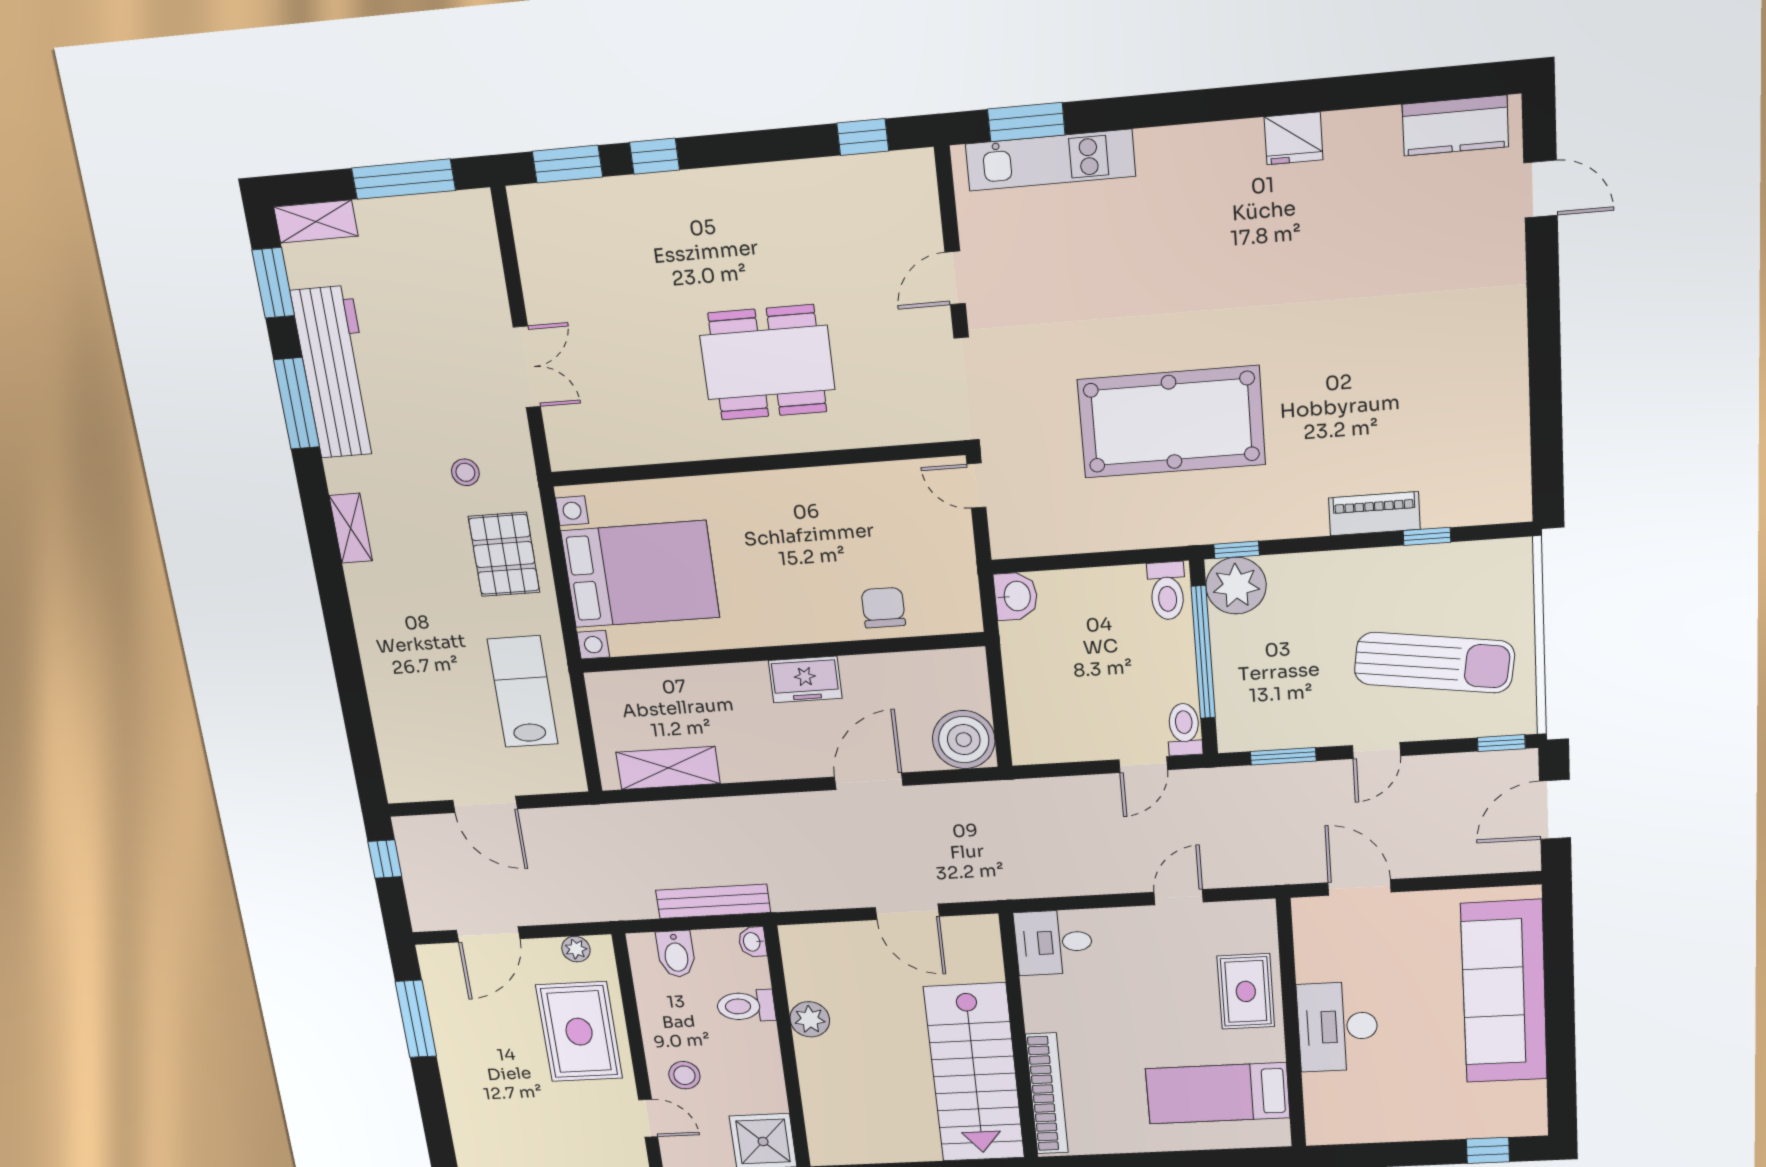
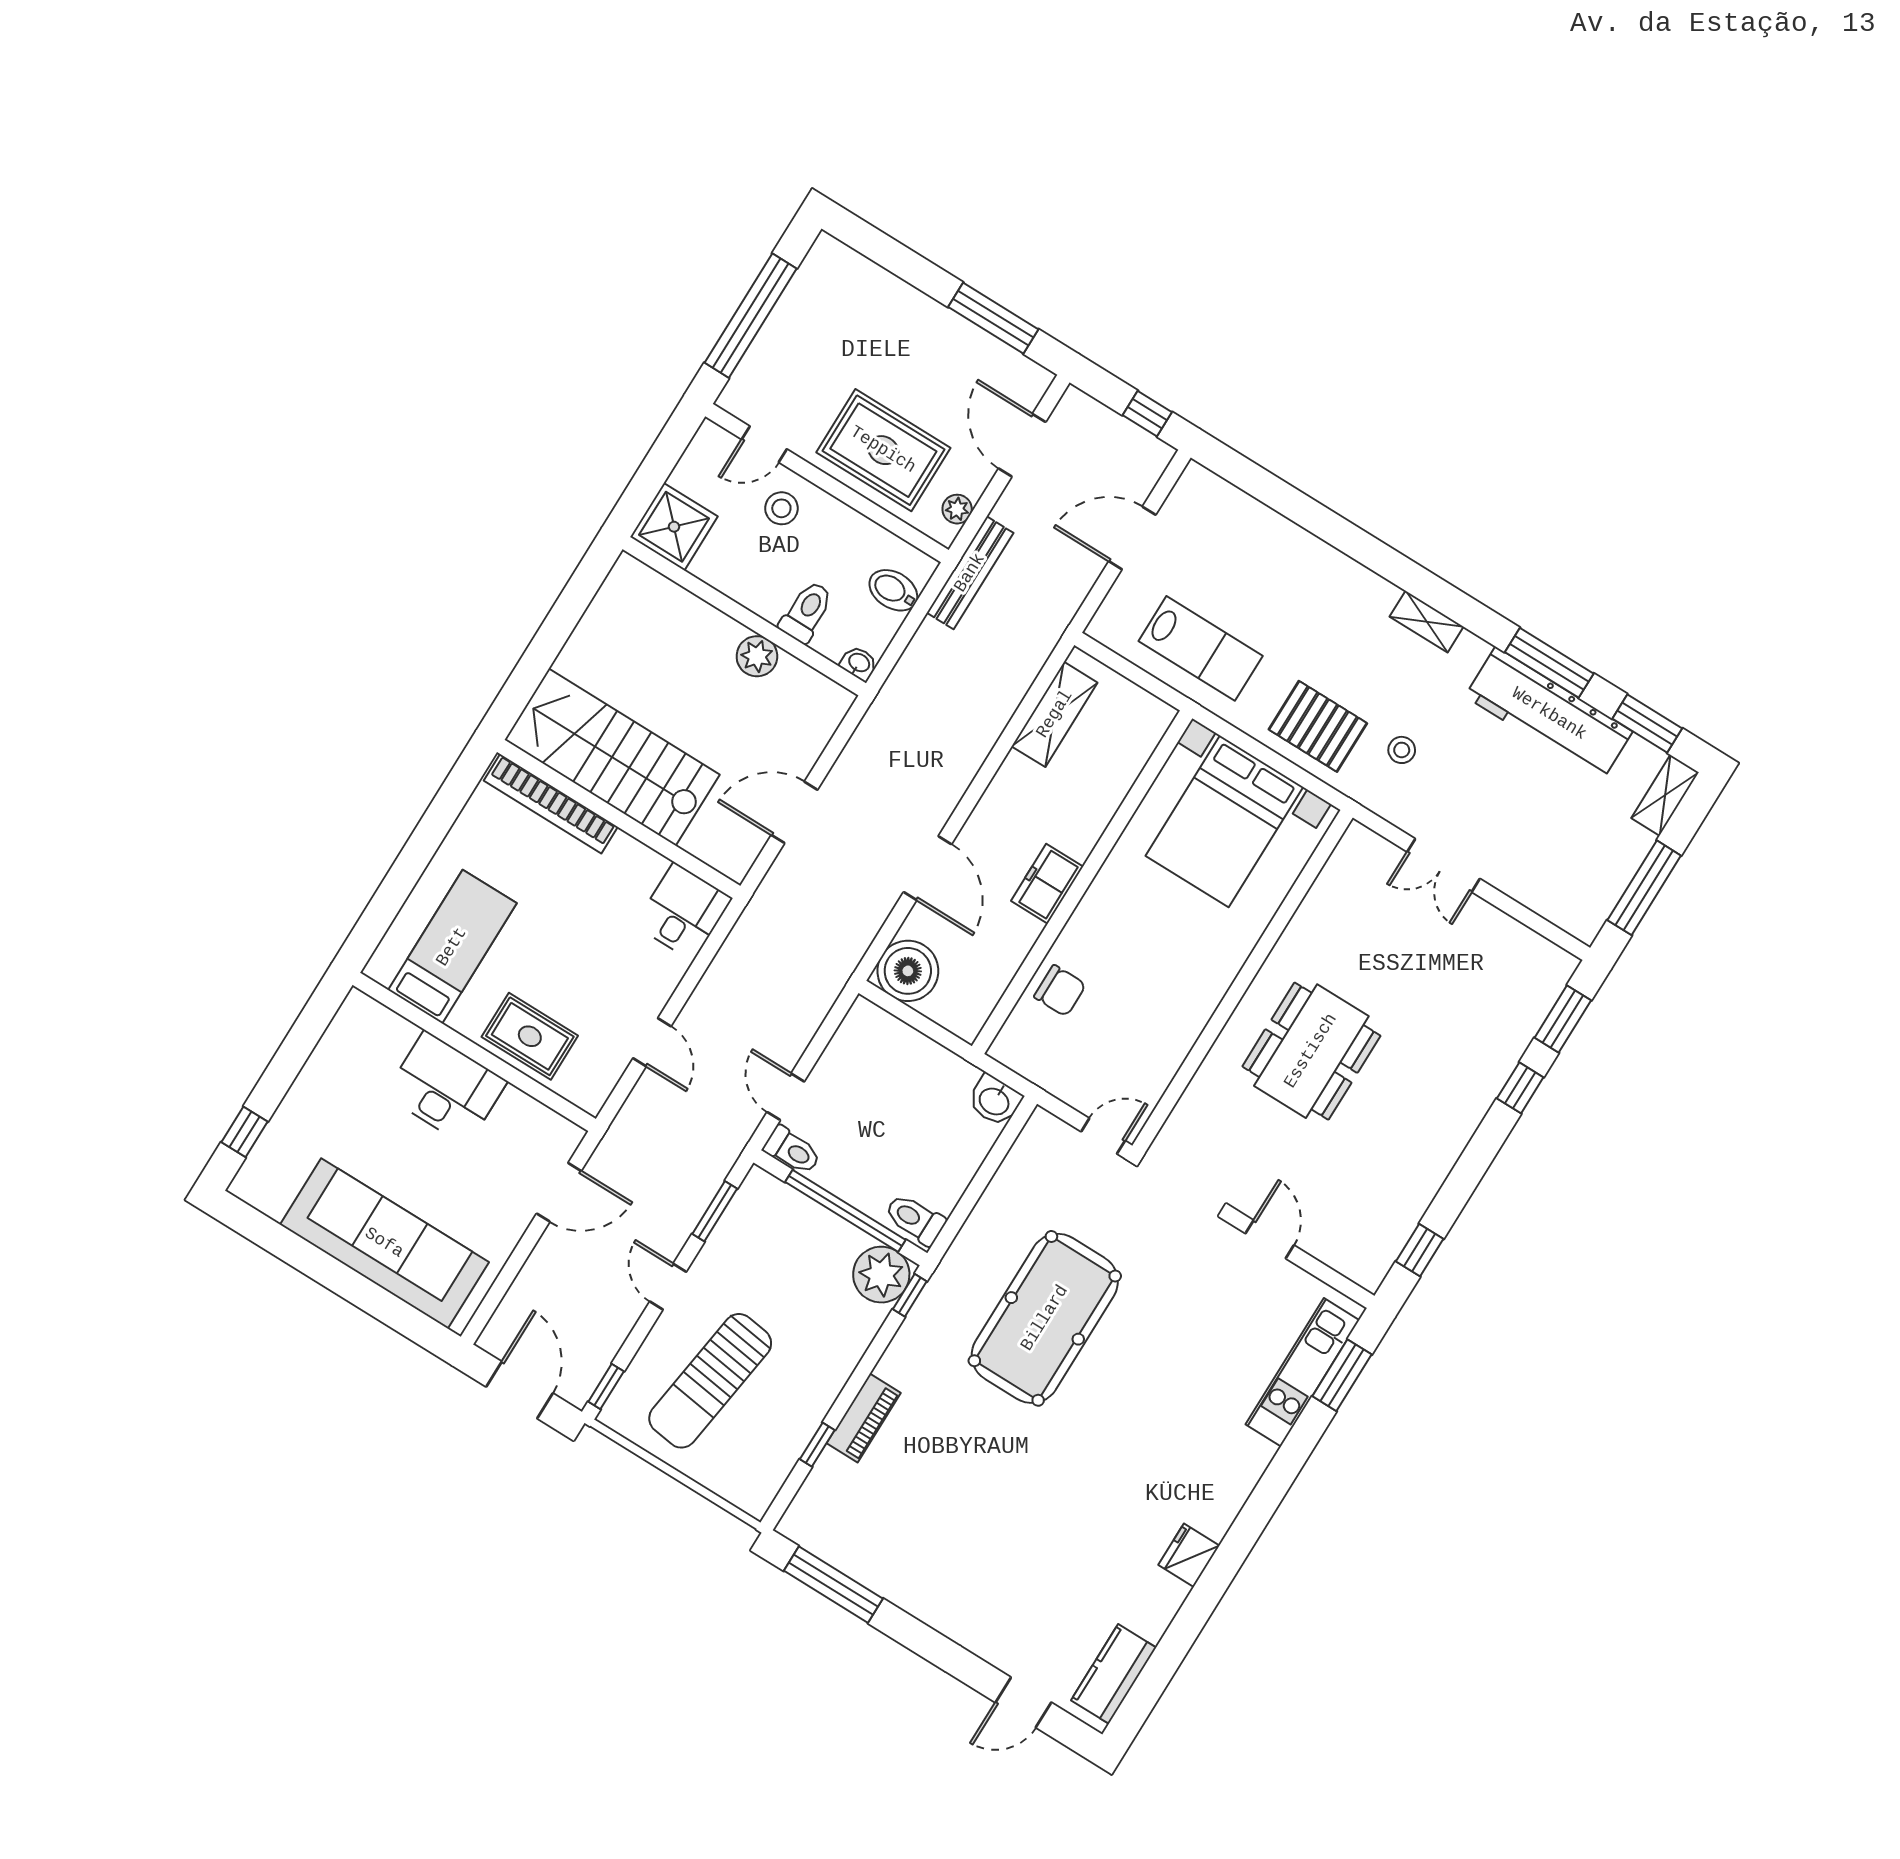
window: (1546, 436) -> (833, 1585), added
bench: (713, 901) -> (970, 573), moved

